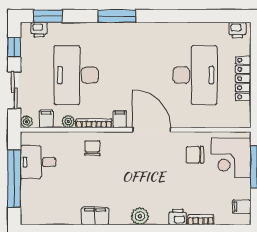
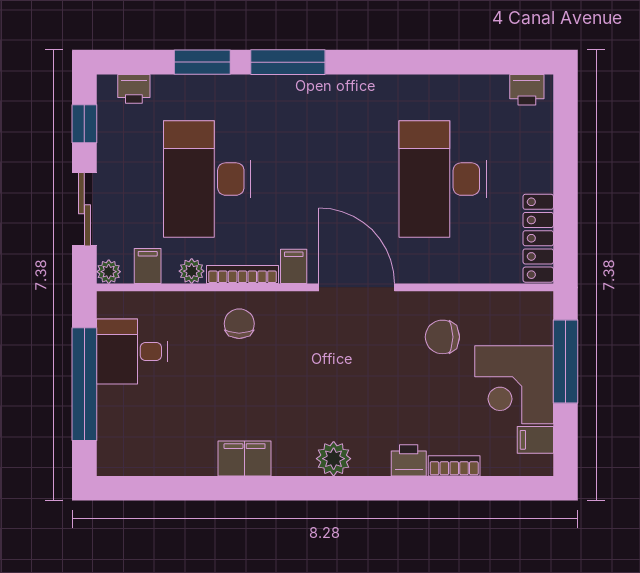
window: (48, 16) -> (202, 62), moved
desk: (195, 75) -> (443, 179), turned 180
locker: (243, 79) -> (538, 238), moved
corner desk: (231, 158) -> (514, 385), moved

